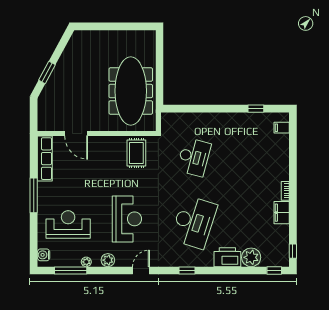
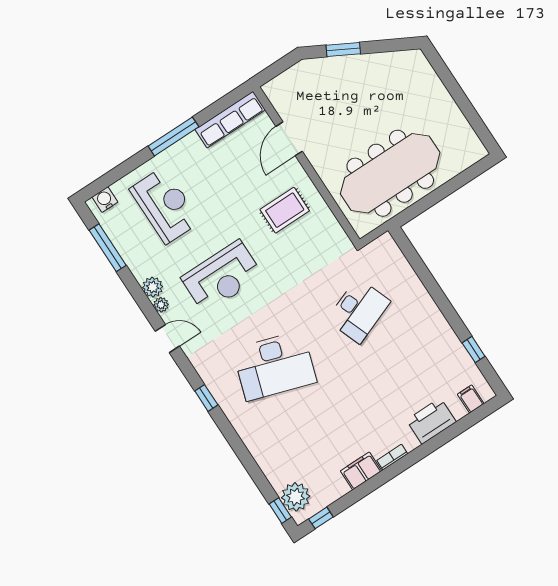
rug: (136, 153) -> (285, 210), moved
desk: (194, 157) -> (358, 311), turned -36
printer: (227, 257) -> (431, 421), moved, turned -90
plant: (251, 257) -> (296, 497), moved
plant: (86, 262) -> (161, 305), moved

